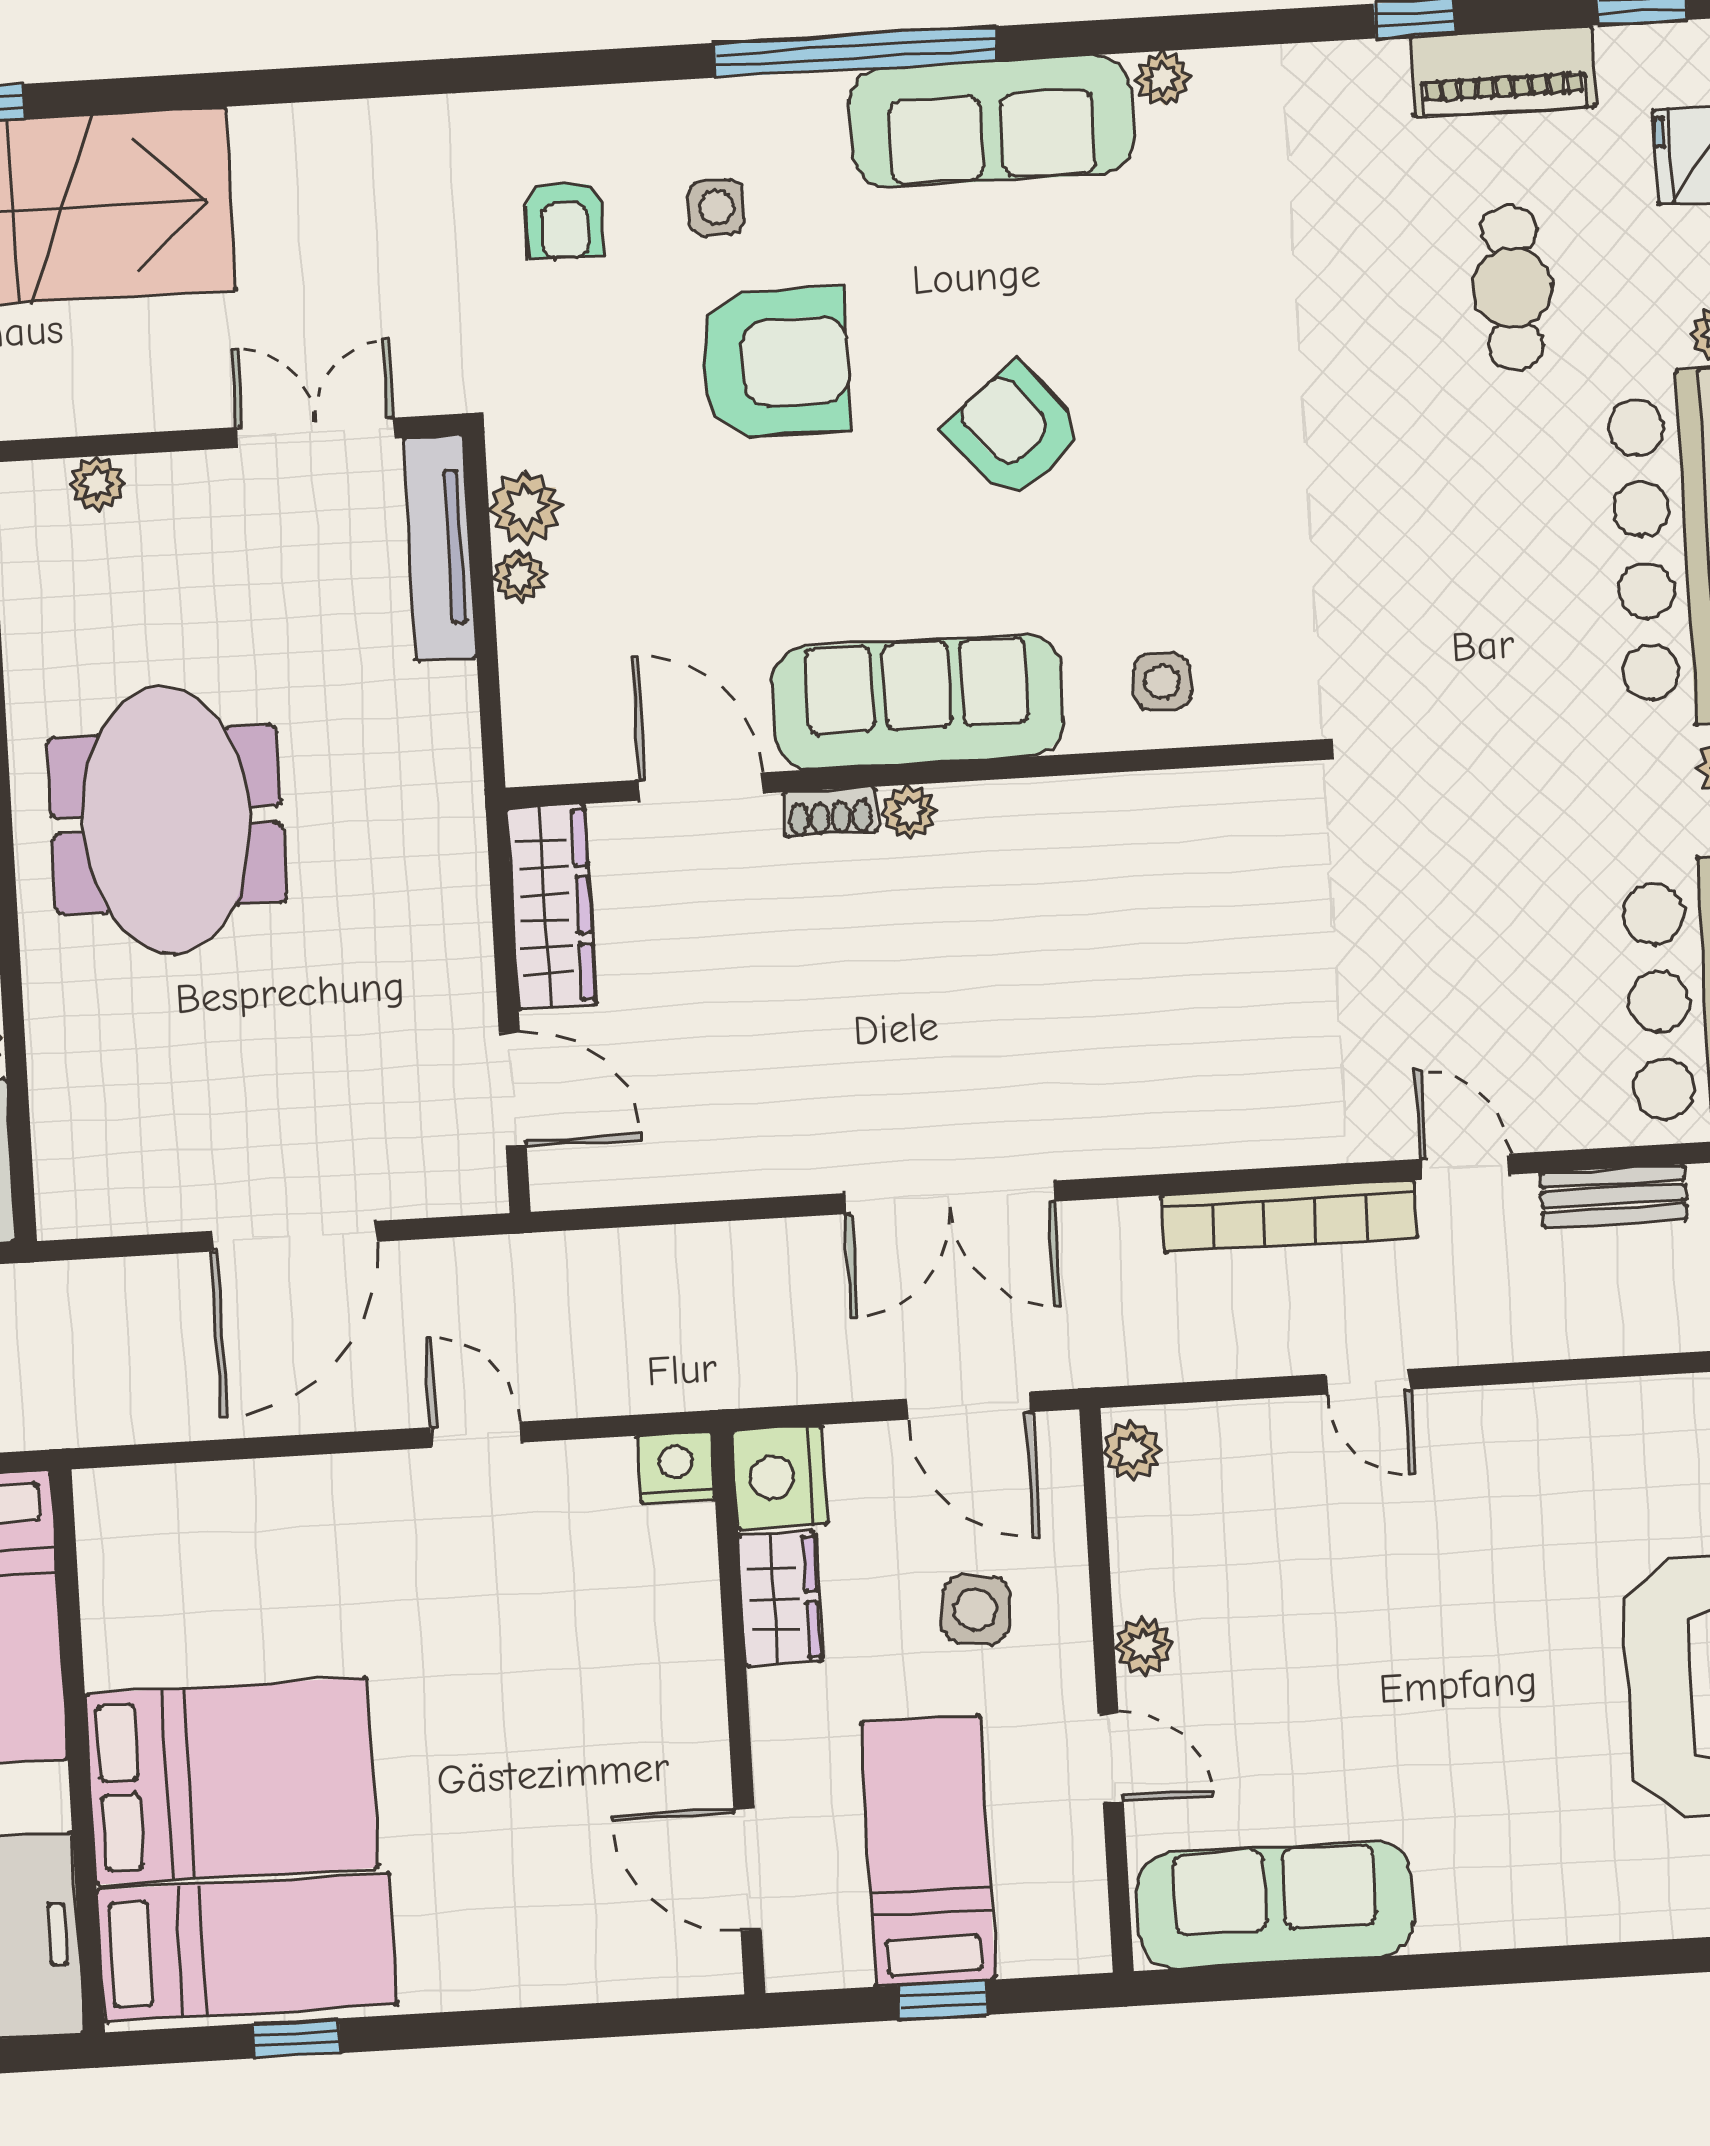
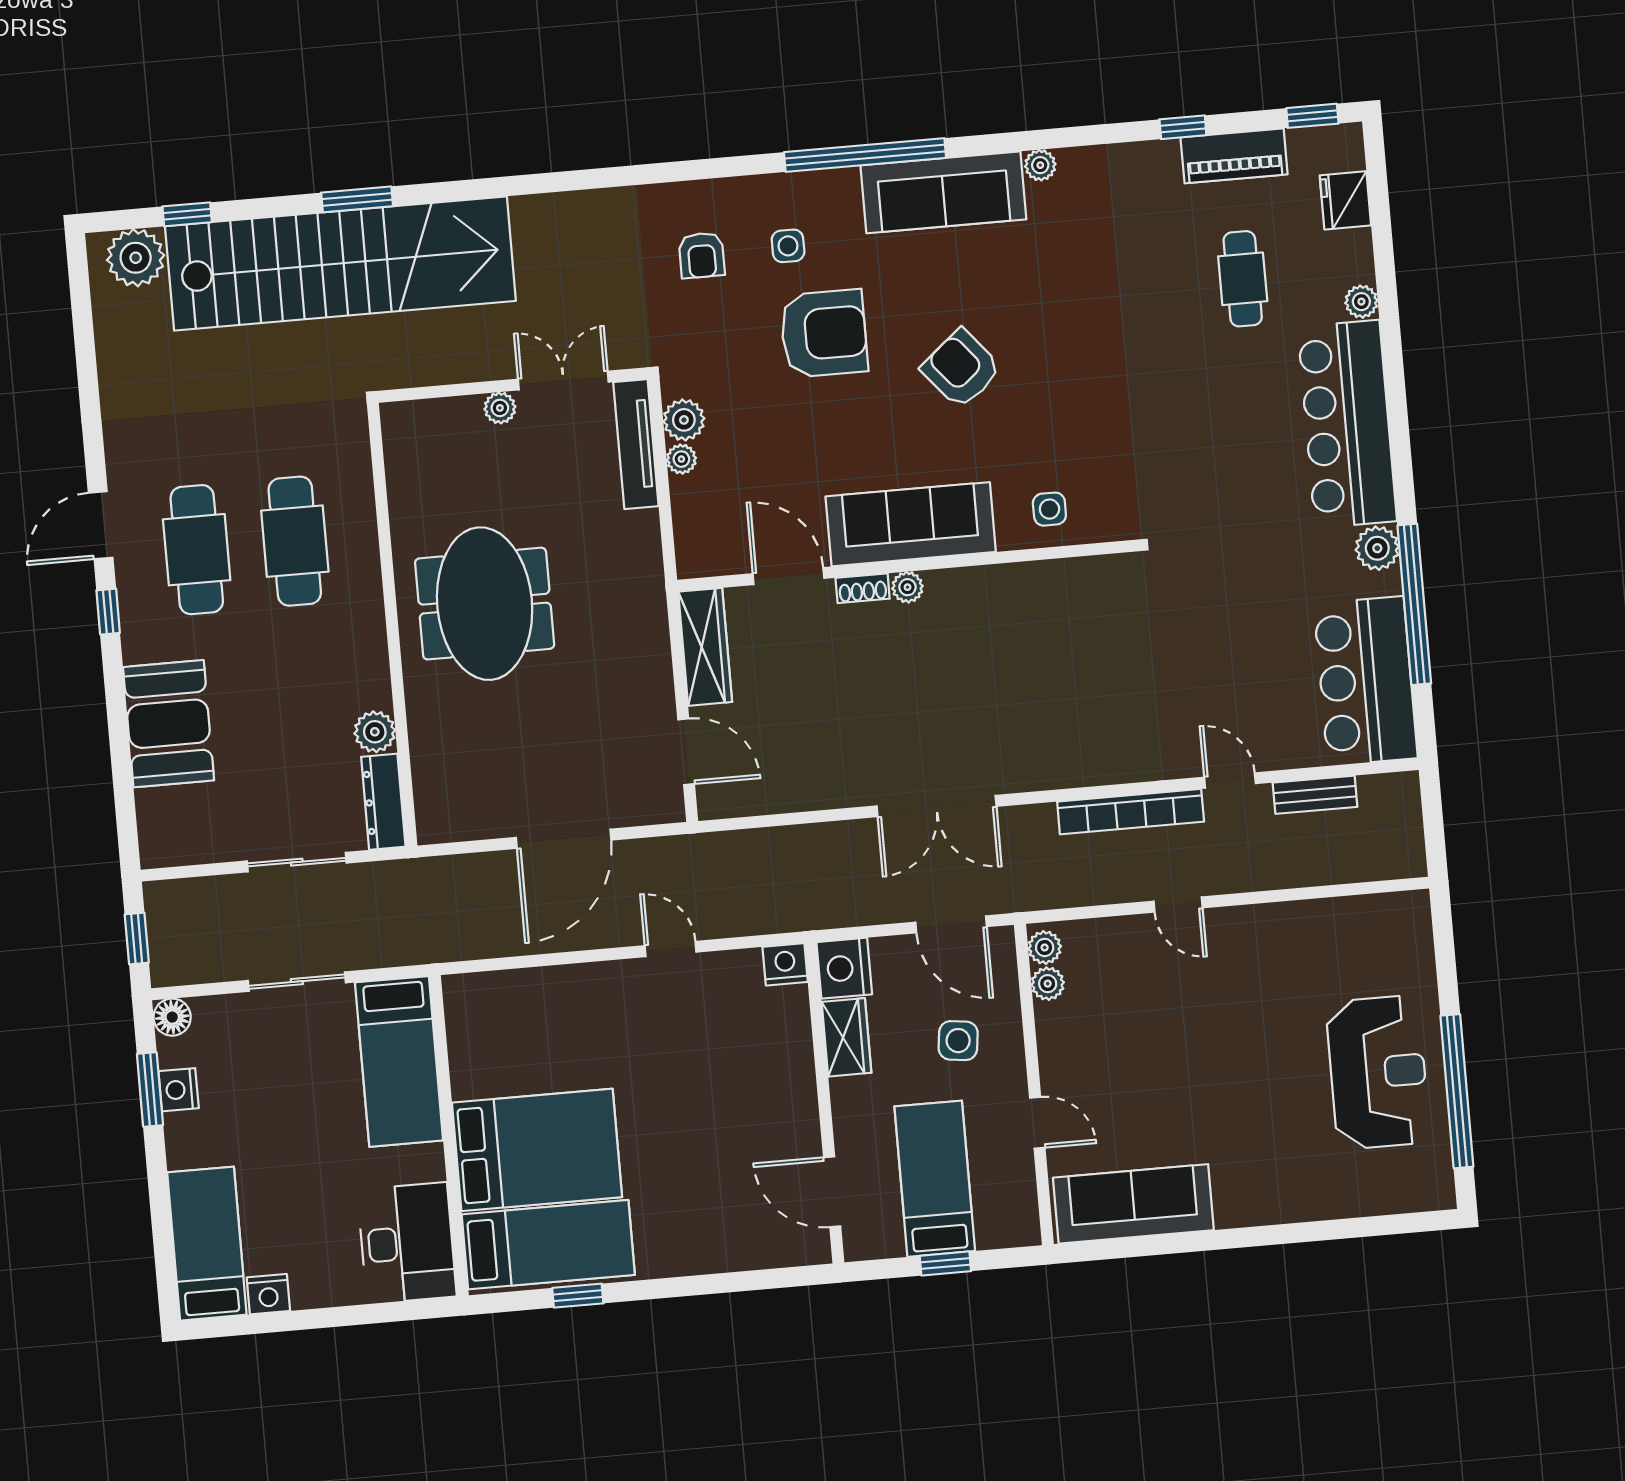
plant: (97, 484) -> (500, 408), moved
plant: (1143, 1646) -> (1048, 984), moved

